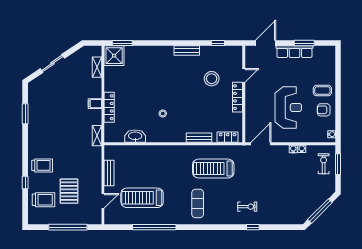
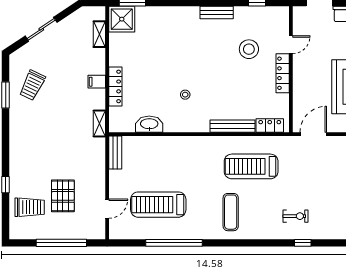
bench: (199, 138) -> (233, 126), width x1.36
trolley: (42, 165) -> (32, 85), moved, turned 116
bench: (109, 173) -> (115, 153), moved

